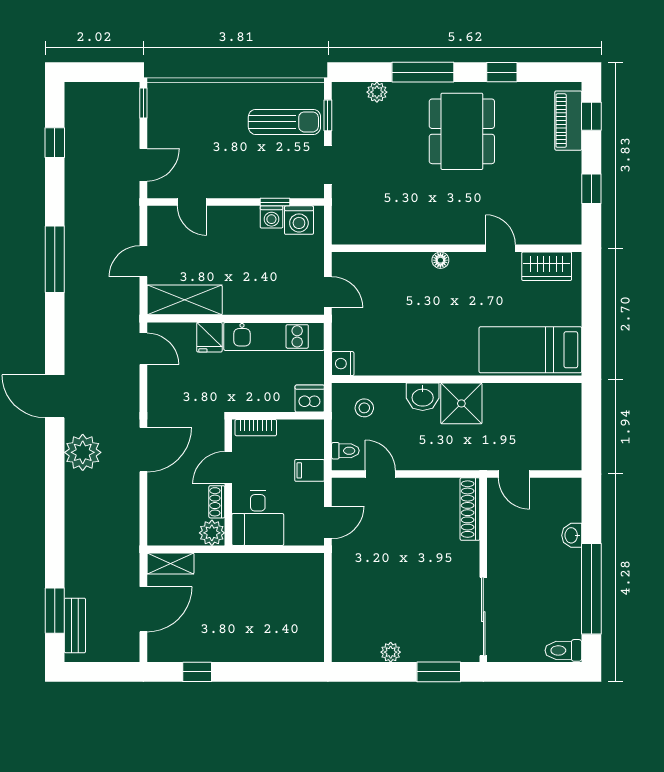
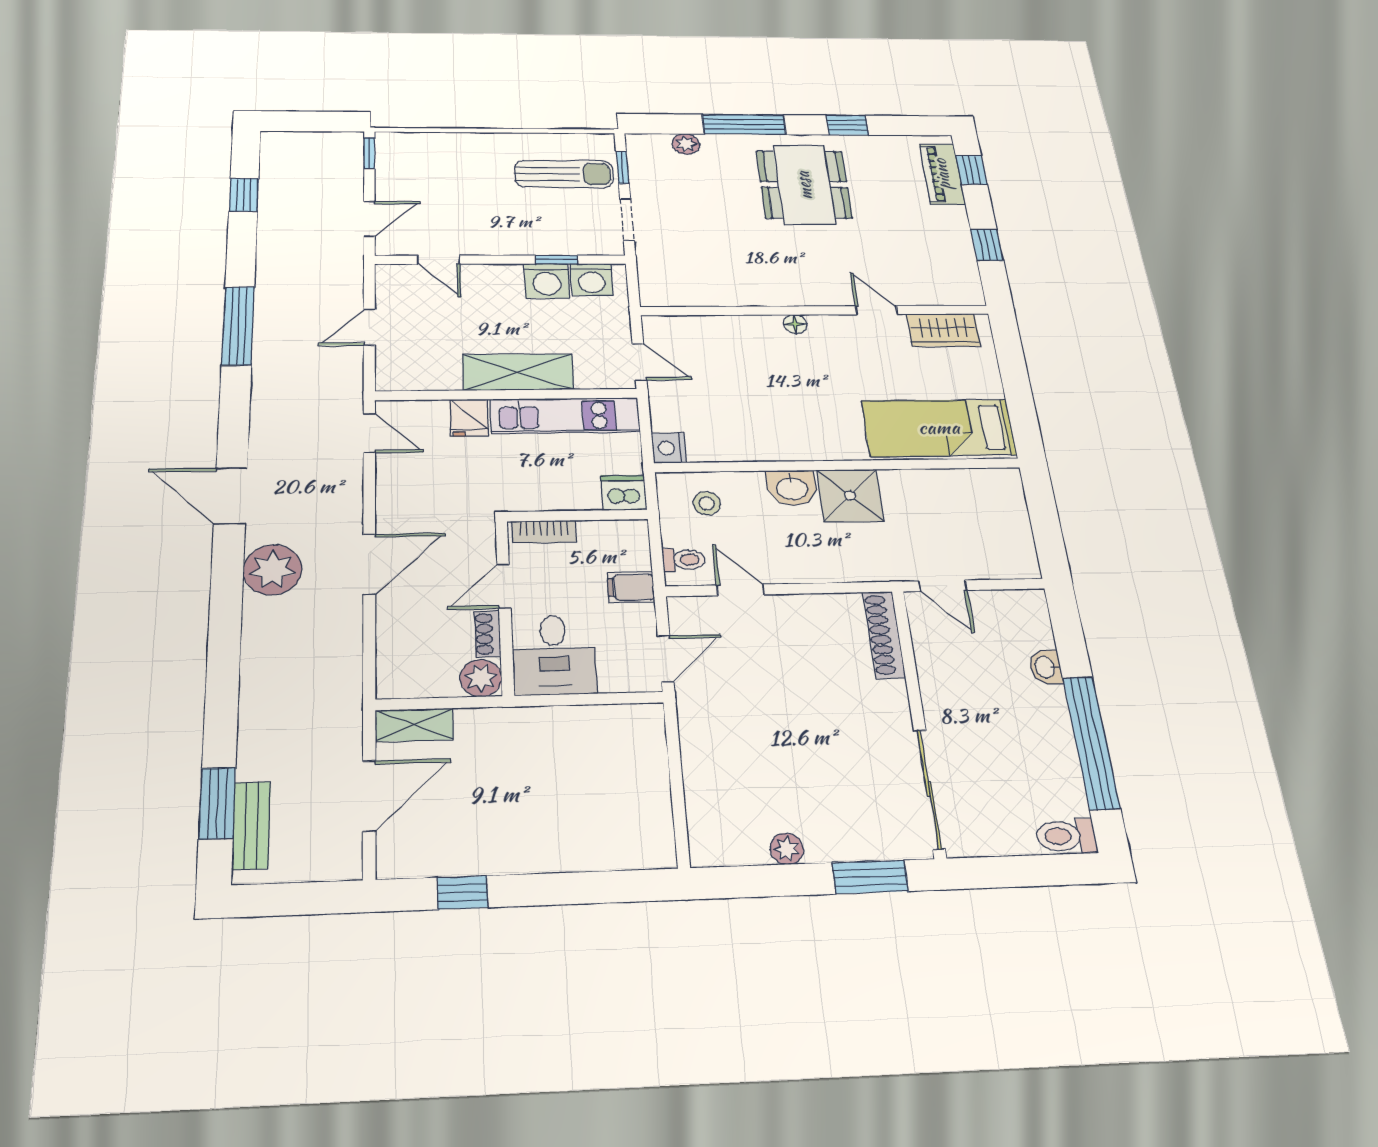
washing machine: (271, 217) -> (547, 281), width x1.38, depth x1.38
shelving: (185, 300) -> (518, 372), moved

